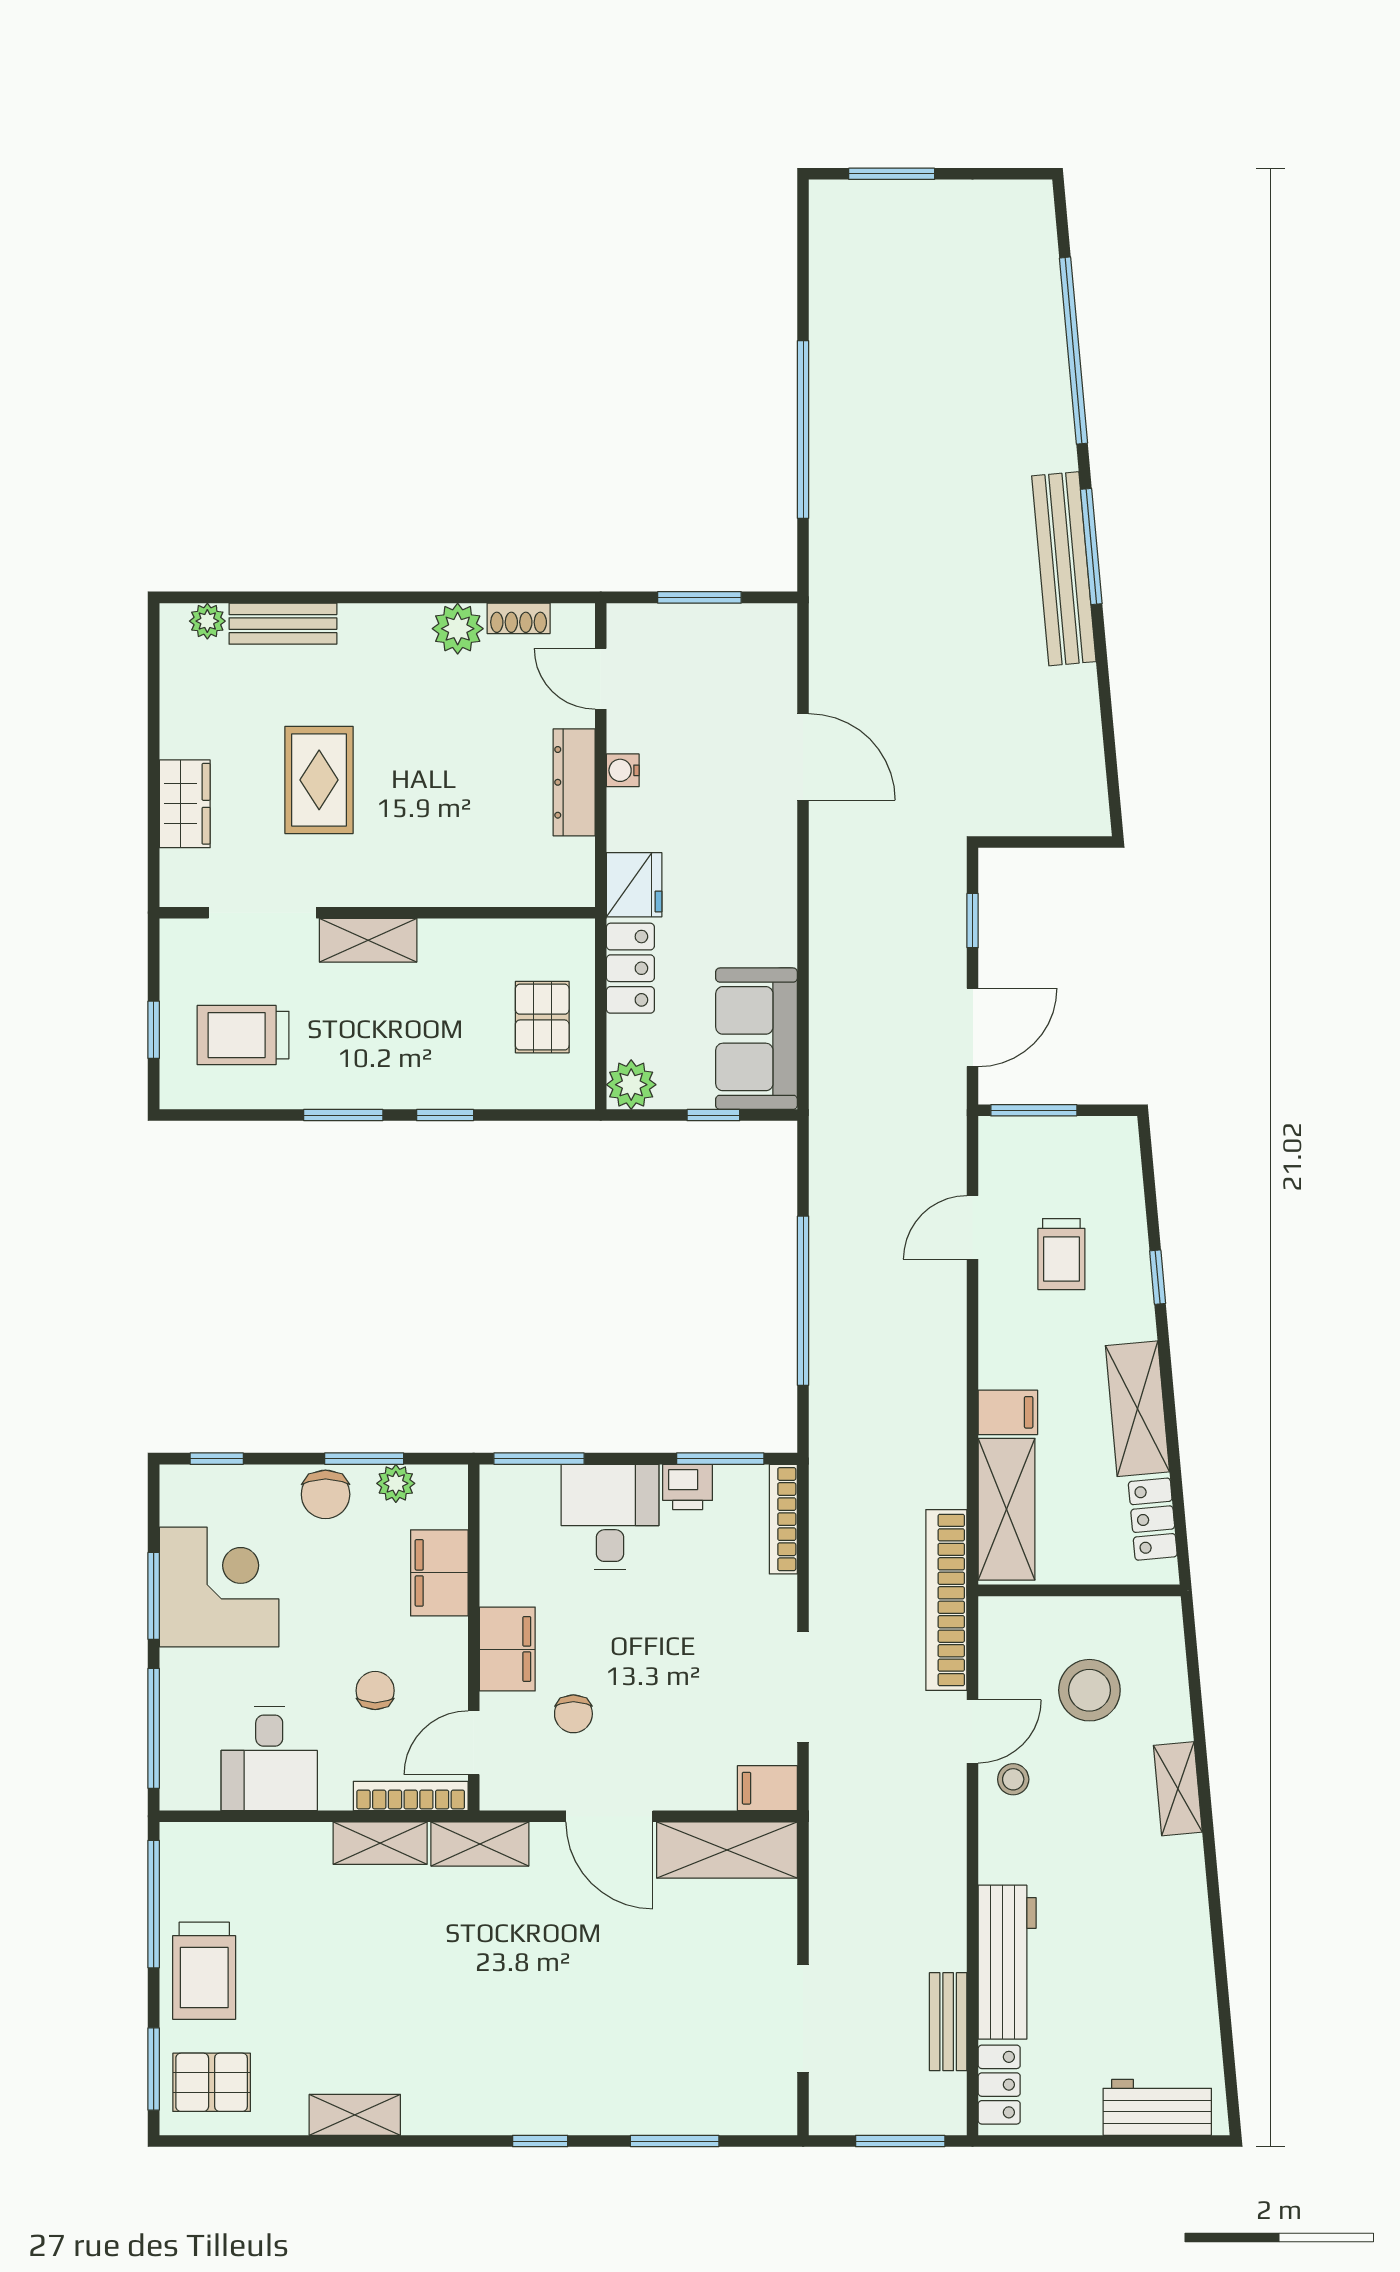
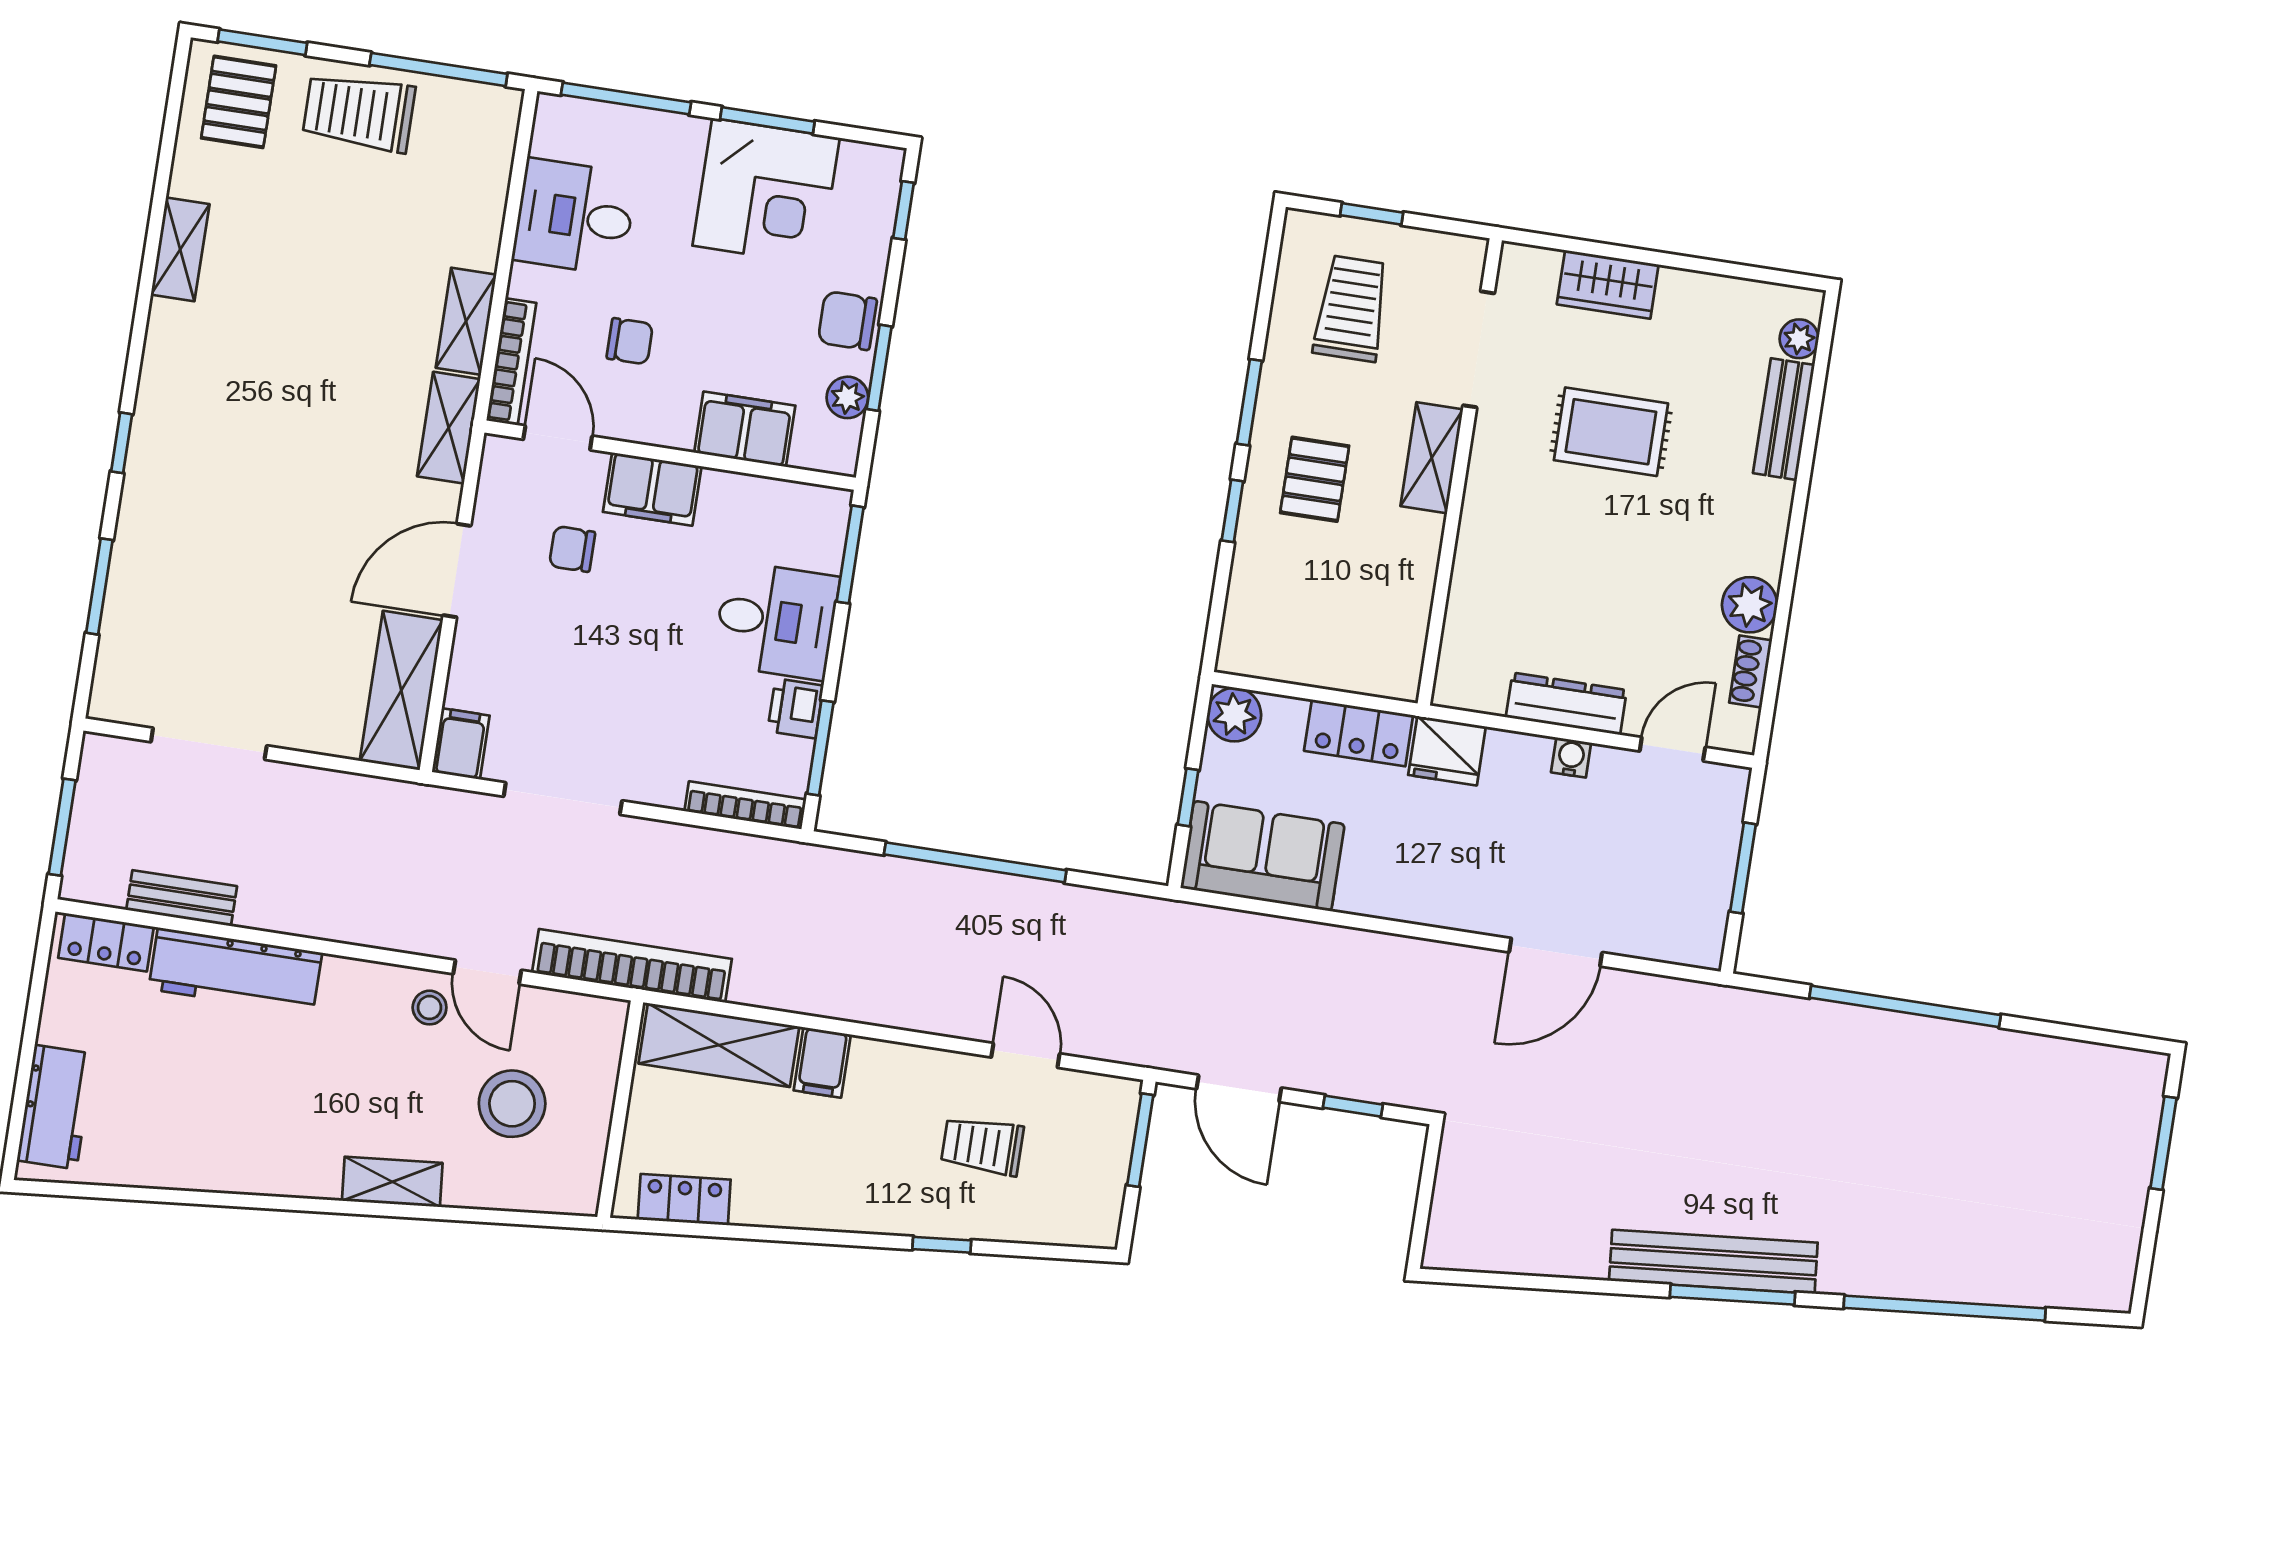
pallet: (542, 1017) -> (1315, 479), moved, turned 90
shelving: (1137, 1409) -> (805, 1201), removed

